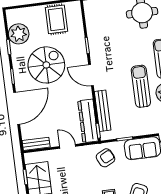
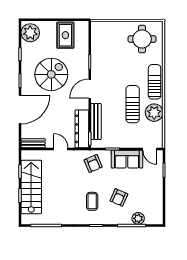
plant: (19, 34) -> (30, 33), moved
door: (91, 75) -> (90, 89), hinge flipped
armchair: (106, 158) -> (93, 163), turned 94

